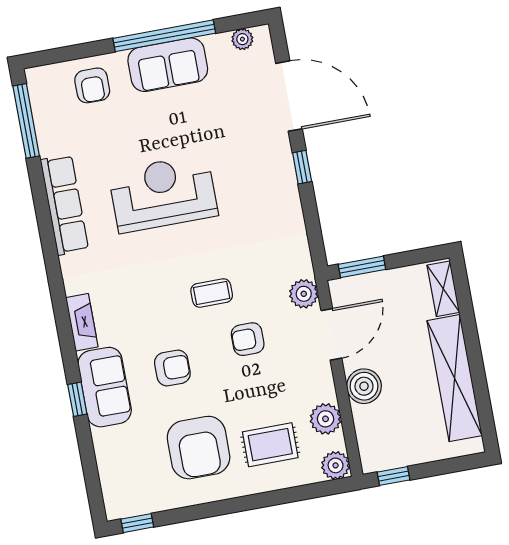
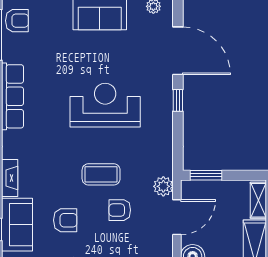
armchair: (92, 85) -> (17, 21), moved, turned -90
reception desk: (163, 193) -> (105, 105), moved
coffee table: (212, 293) -> (101, 174), width x1.36, depth x1.30

